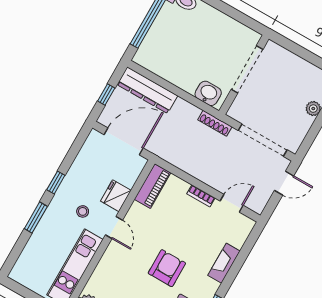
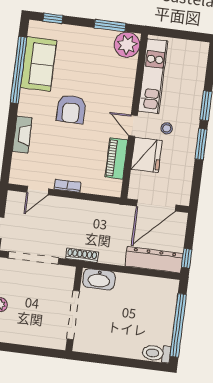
washbasin: (208, 93) -> (99, 279), width x1.38
window: (106, 94) -> (187, 258), moved
window: (56, 182) -> (201, 144), width x1.50
piano: (153, 186) -> (116, 158), moved
fridge: (116, 196) -> (146, 155), width x1.36, depth x1.34

